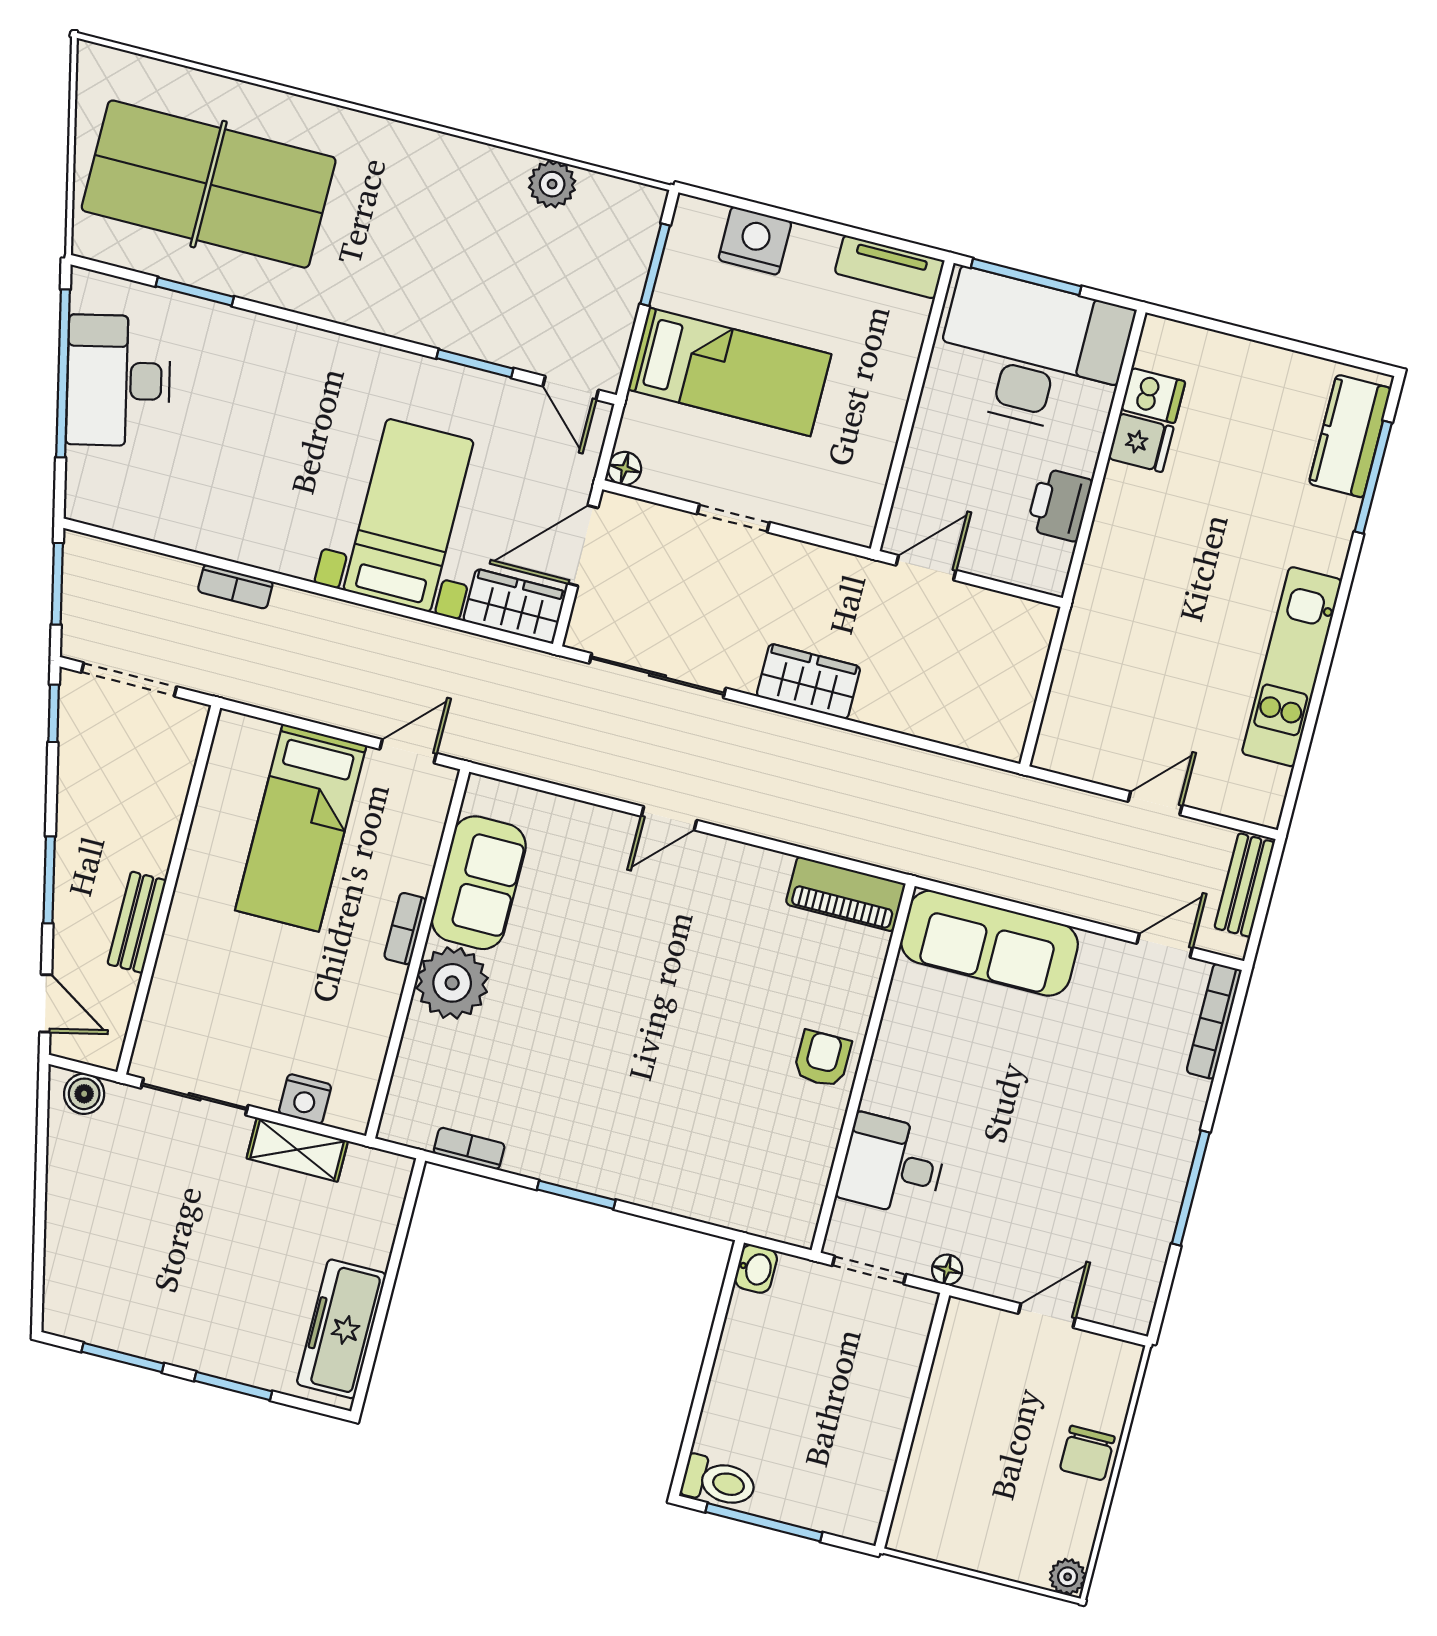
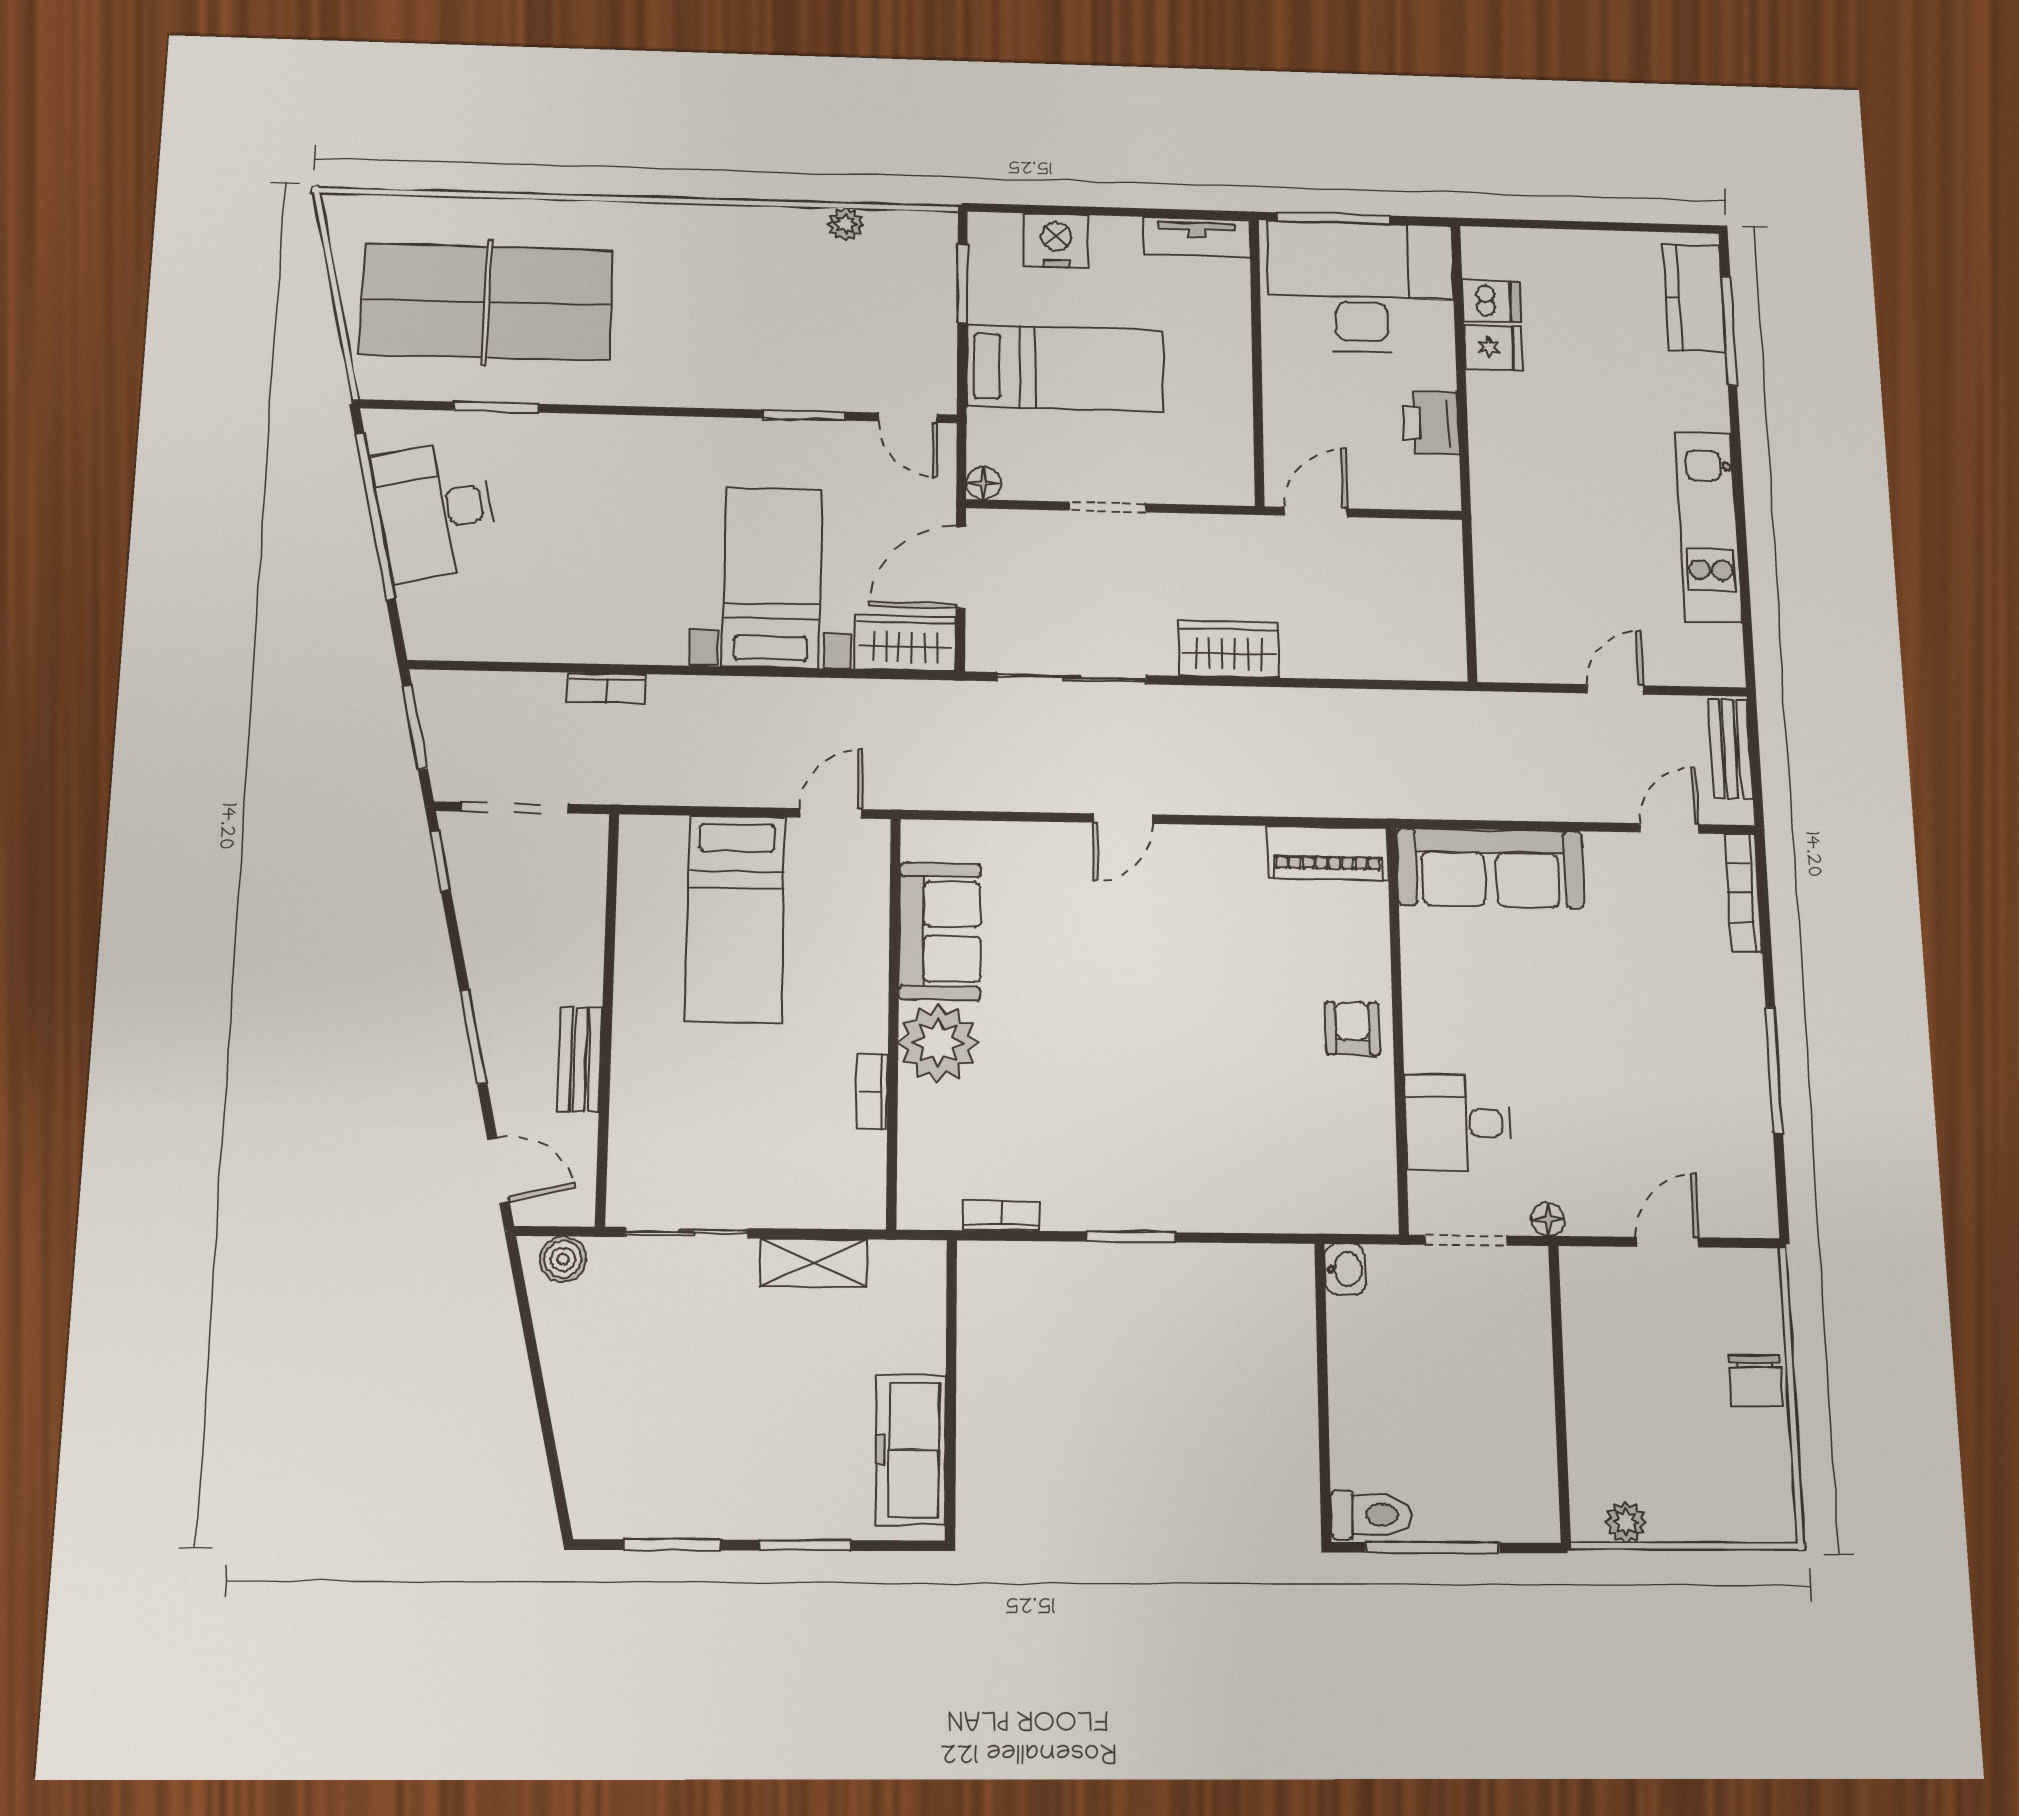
plant: (552, 184) -> (845, 224), width x0.73, depth x0.73
bookcase: (405, 929) -> (872, 1092), moved
nightstand: (305, 1099) -> (809, 1206), removed
plant: (1068, 1577) -> (1626, 1522), moved

